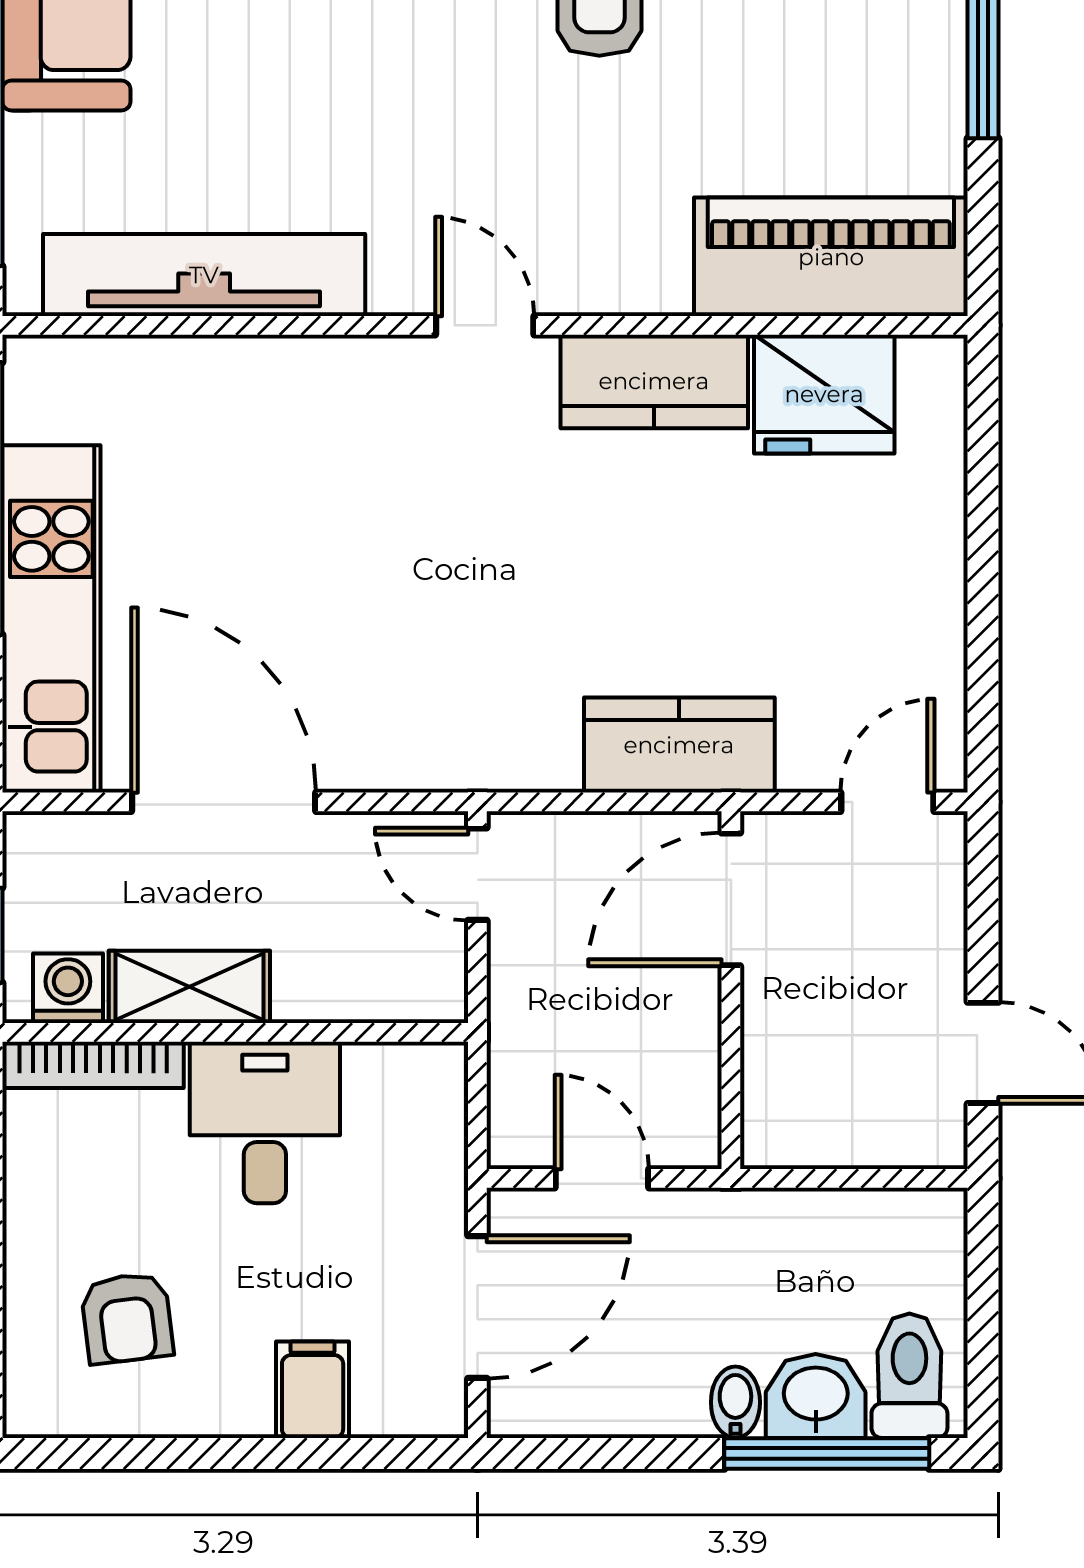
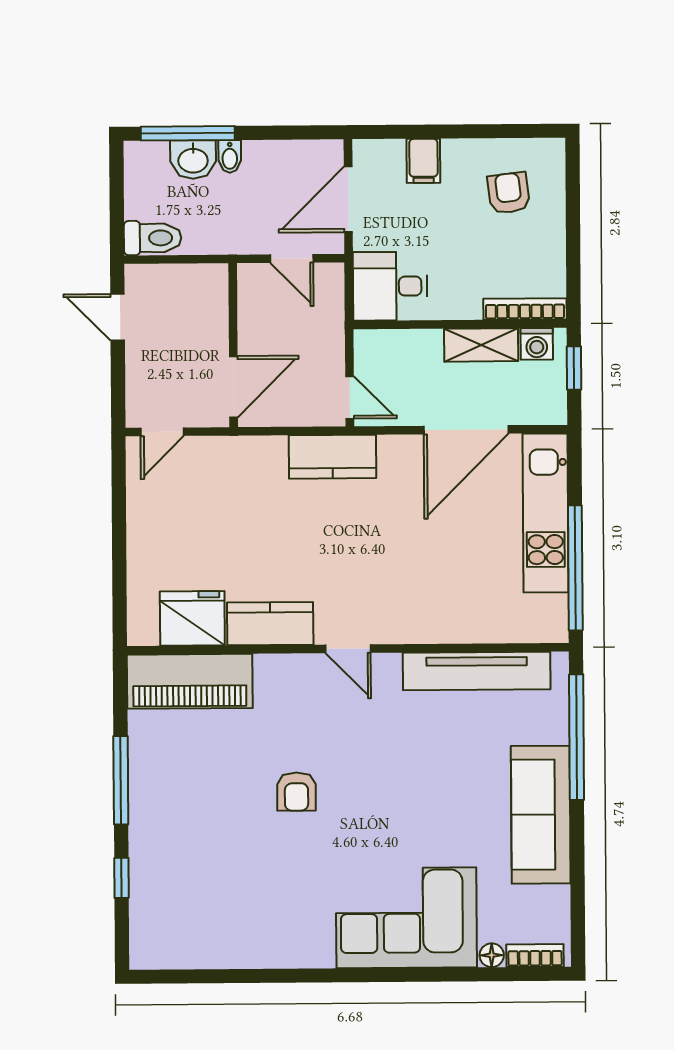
kitchen counter: (679, 745) -> (333, 457), moved
door: (224, 802) -> (466, 430), hinge flipped
desk: (265, 1122) -> (390, 286), moved, turned 90
toilet: (909, 1376) -> (153, 238), moved, turned -90

